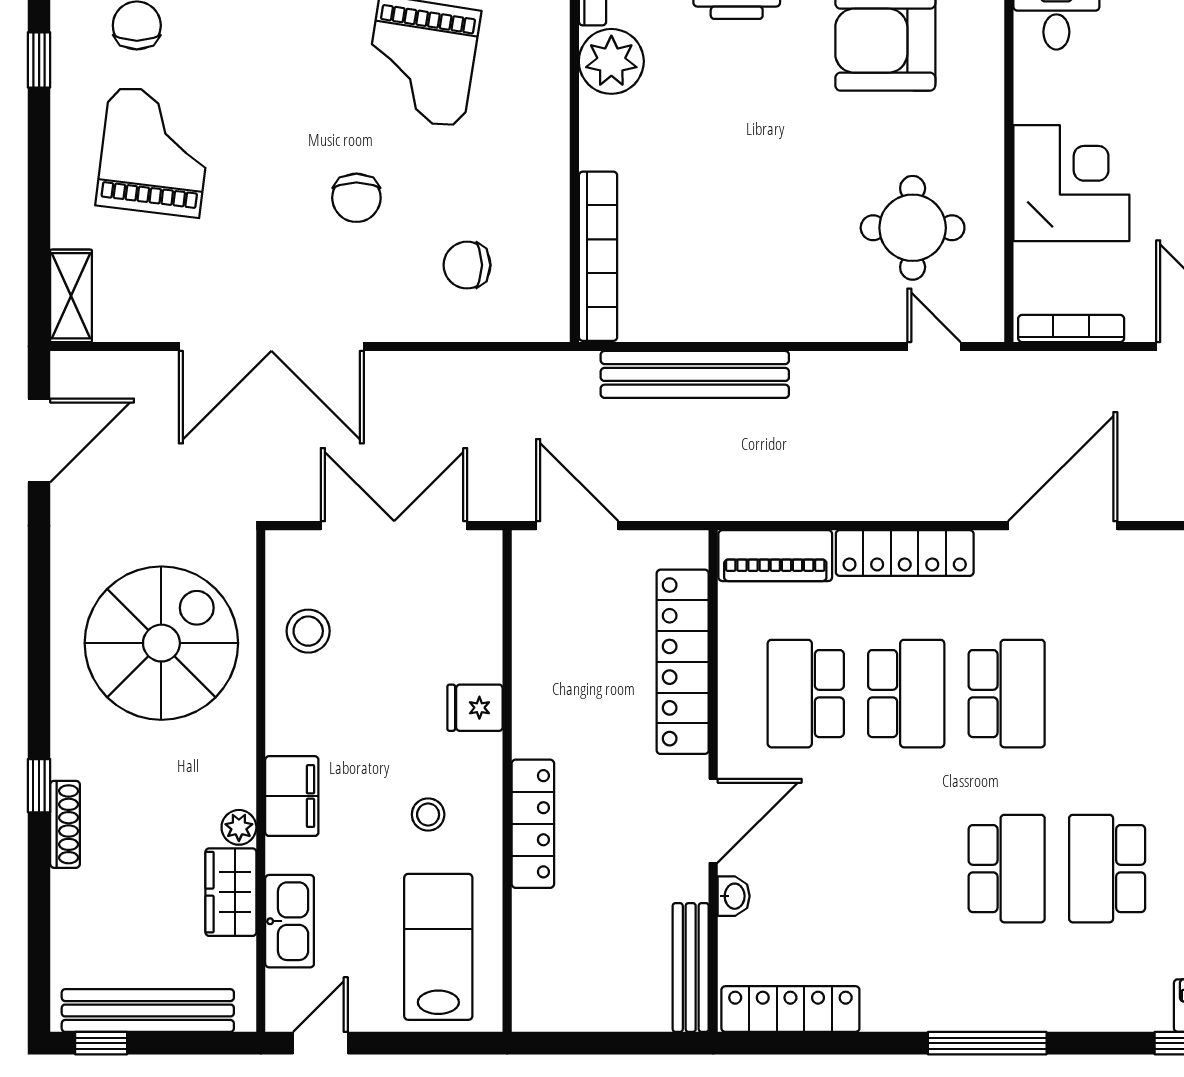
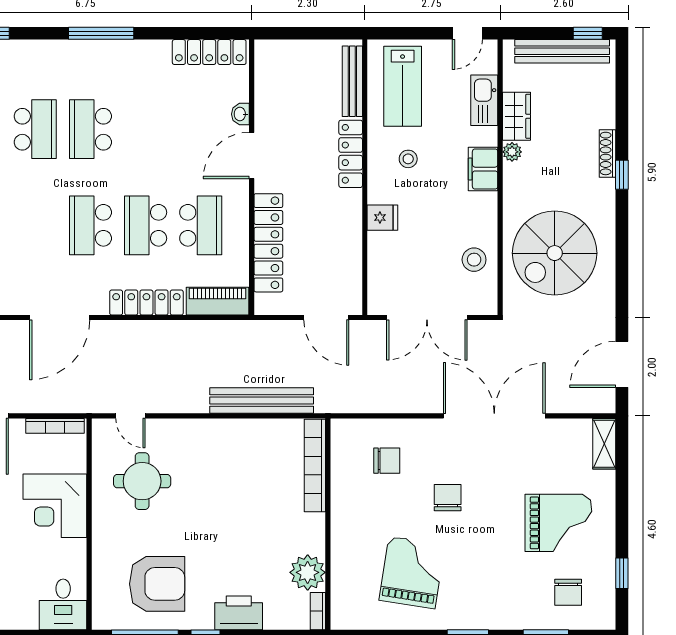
grand piano: (155, 152) -> (558, 523), turned -97
bench: (691, 967) -> (352, 81), moved

